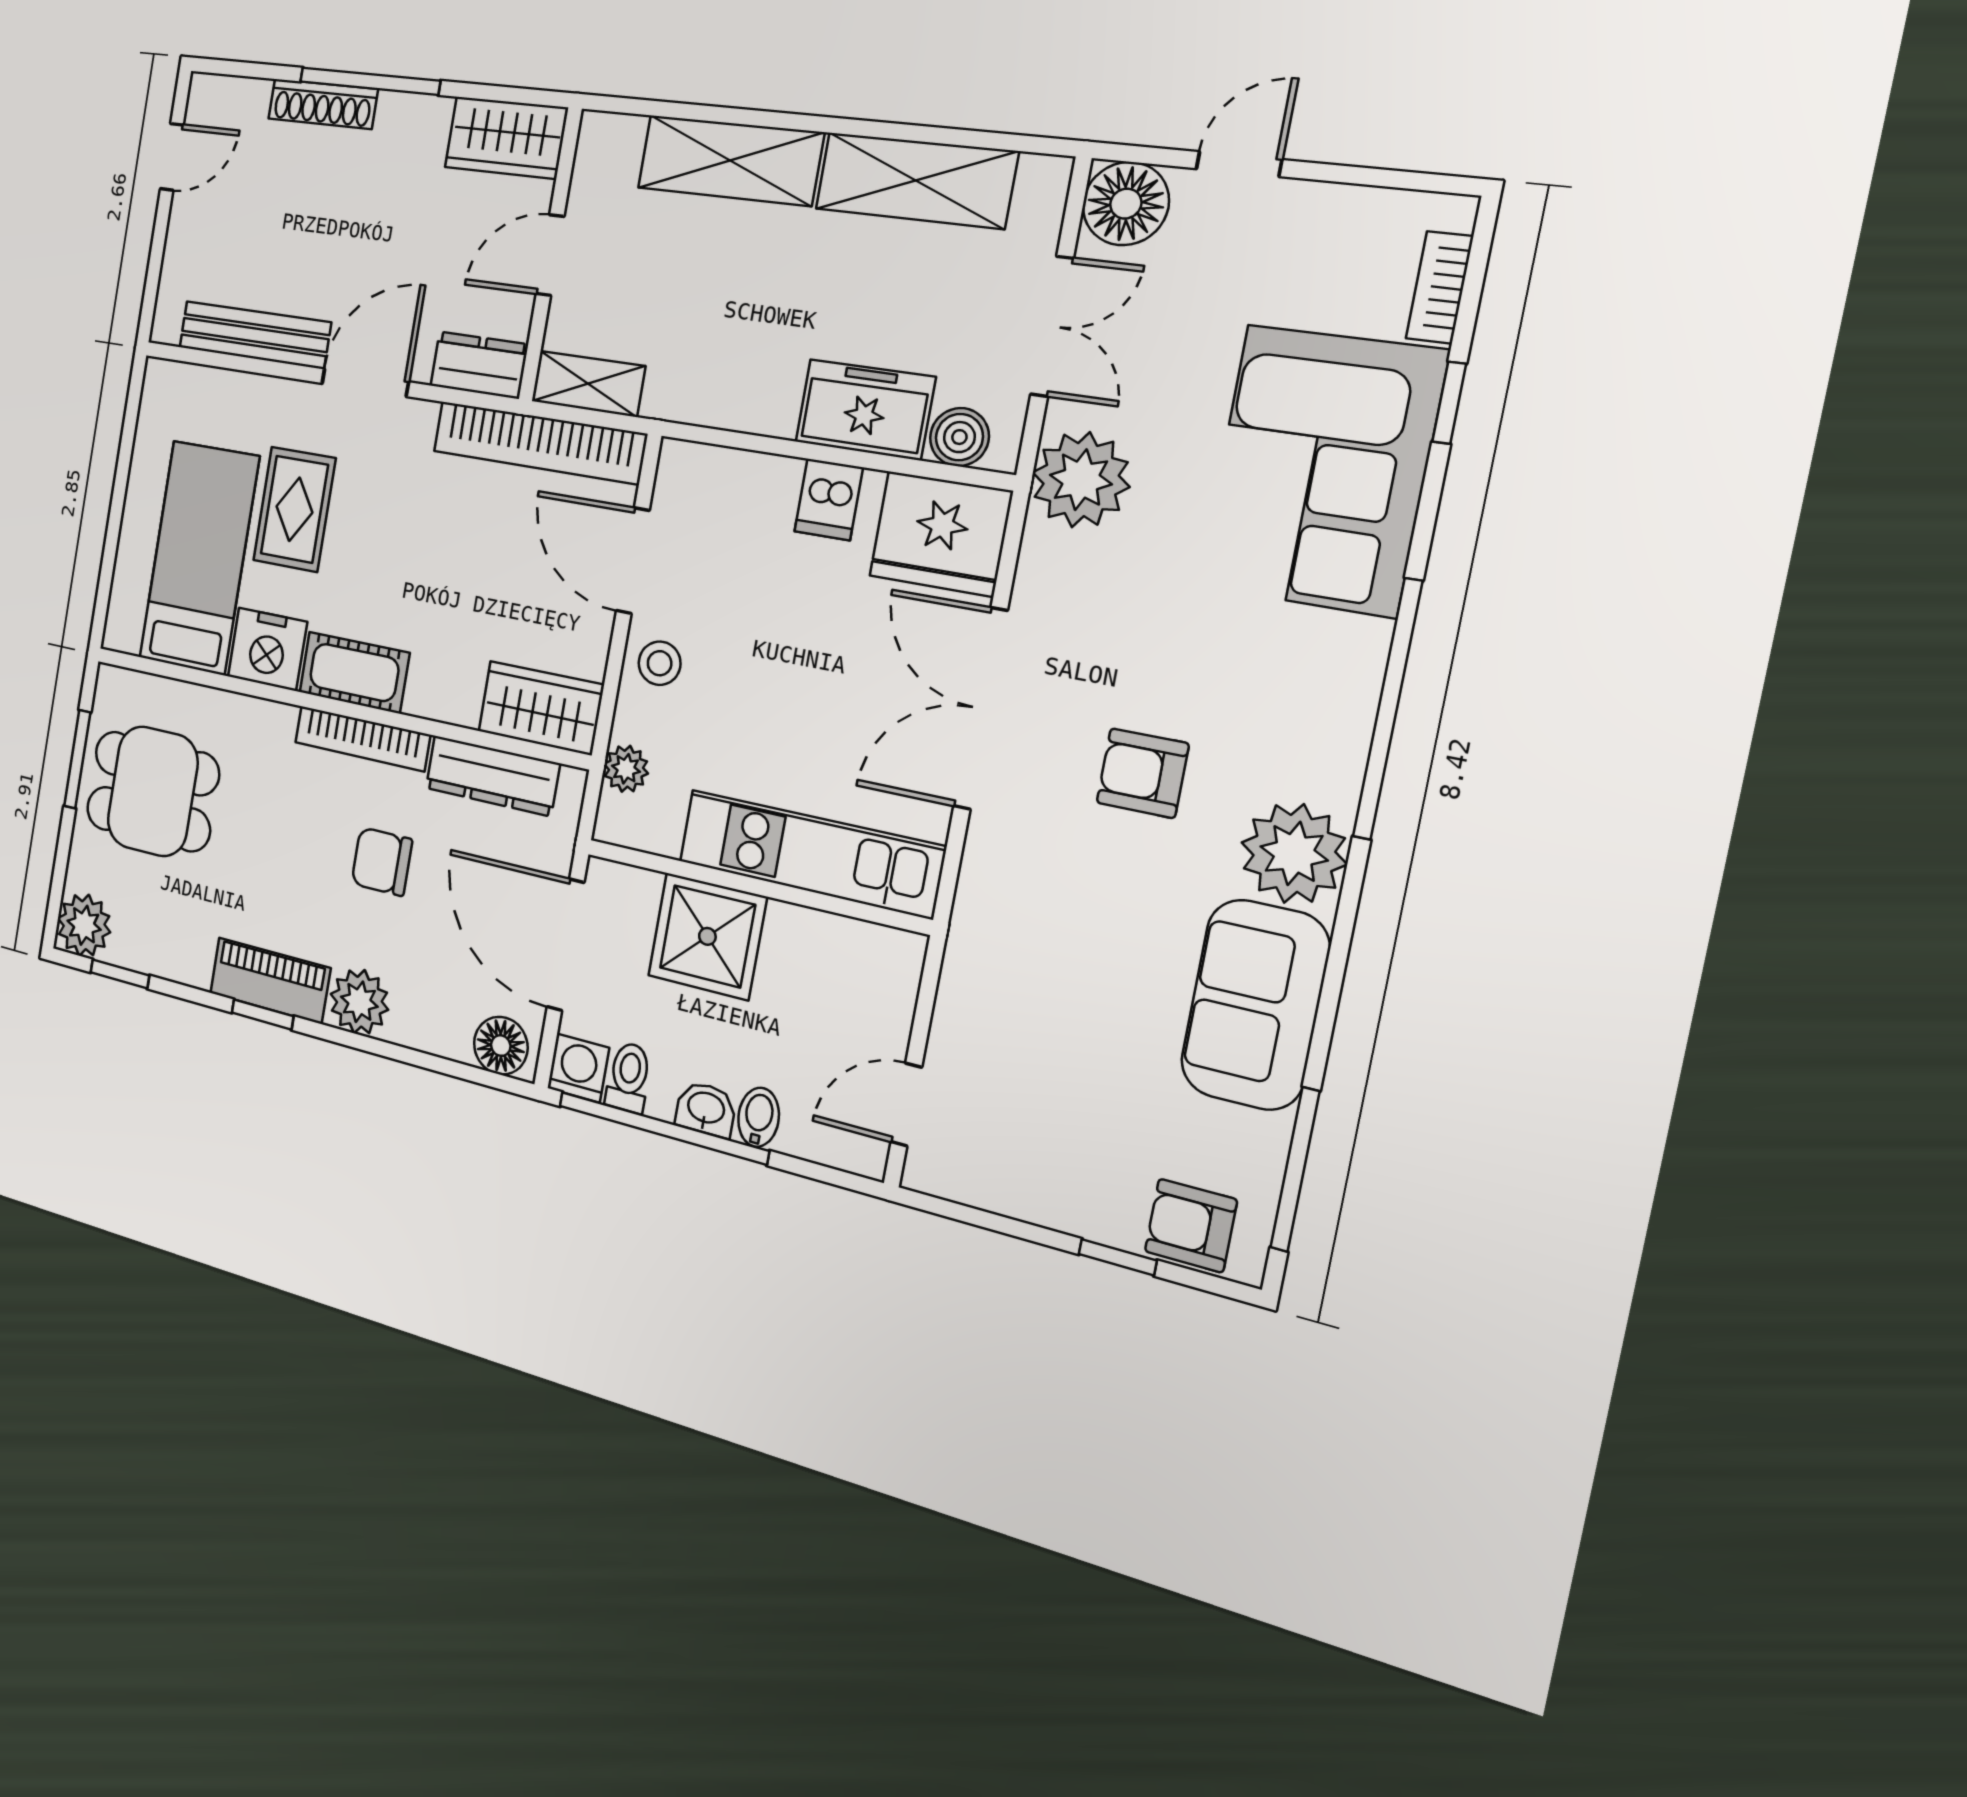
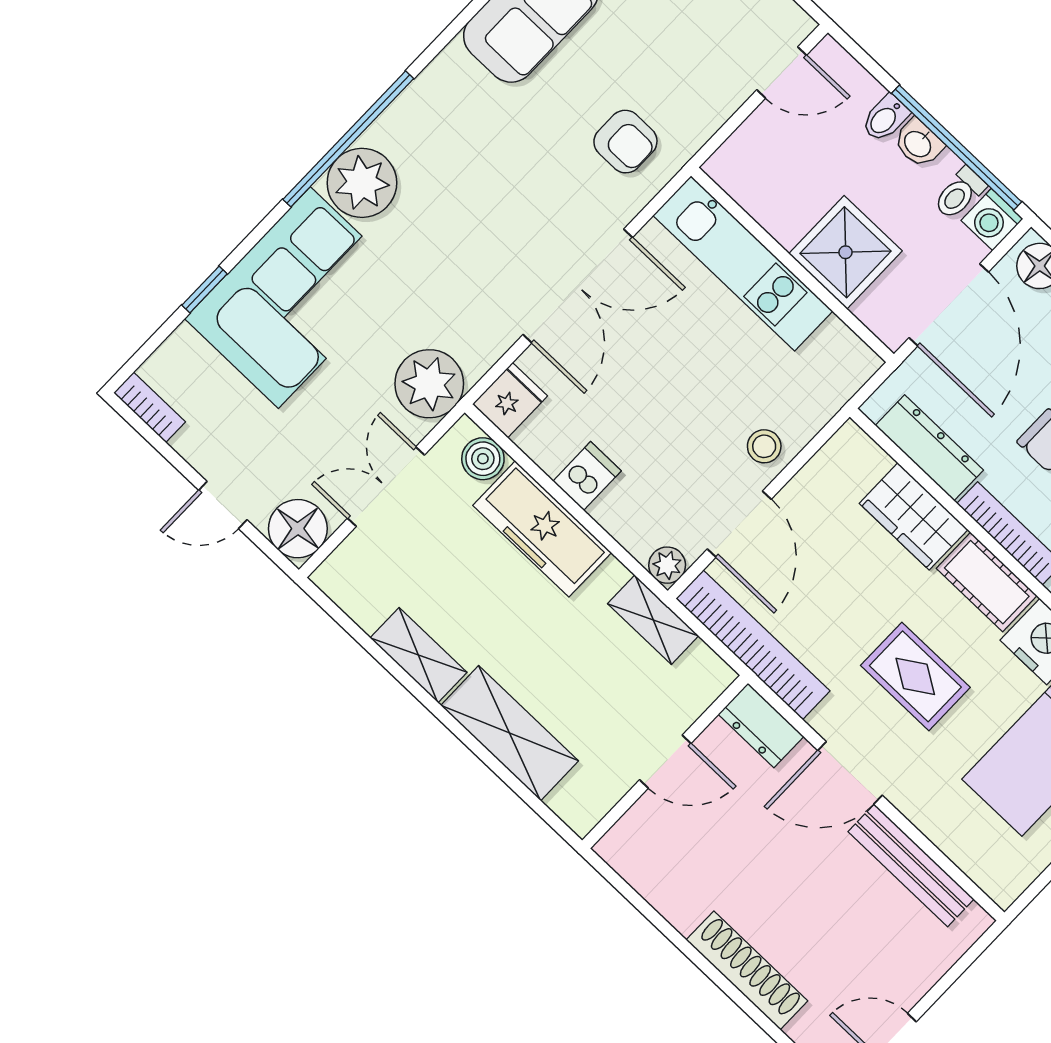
window: (370, 81) -> (713, 974), removed
shoe rack: (323, 104) -> (747, 970), width x1.36, depth x1.24
wardrobe: (506, 138) -> (644, 861), removed
shelving: (916, 180) -> (418, 655), width x0.67, depth x0.75
bookcase: (1440, 287) -> (149, 407), moved, turned -90
shelving: (588, 384) -> (653, 620), moved
freezer: (865, 410) -> (542, 529), width x1.40
rug: (294, 509) -> (915, 676), moved, turned 90
fridge: (941, 534) -> (510, 400), width x0.53, depth x0.75
wardrobe: (541, 708) -> (914, 516), moved
plant: (626, 769) -> (667, 565), moved
armchair: (1143, 773) -> (625, 142), moved
plant: (1294, 853) -> (362, 183), moved

